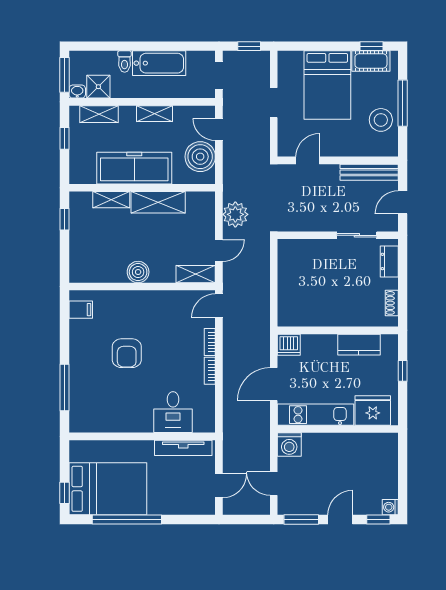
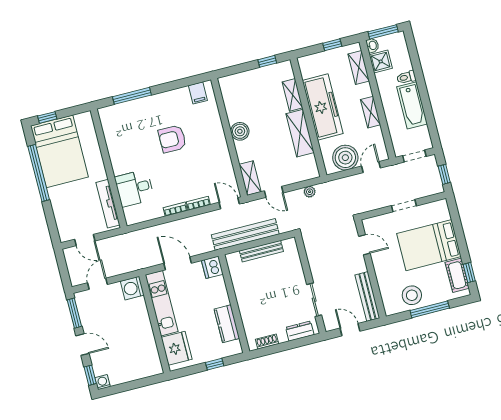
plant: (235, 214) -> (310, 192), width x0.53, depth x0.53
bench: (285, 283) -> (261, 251), added
bench: (260, 296) -> (245, 234), added

